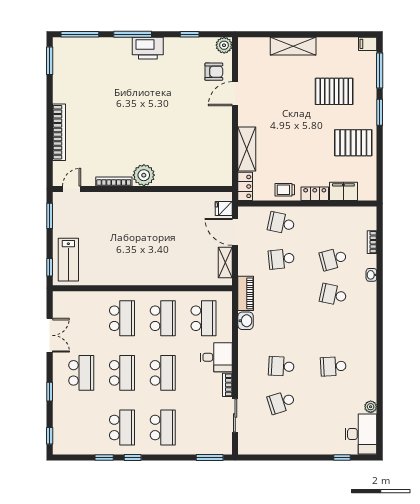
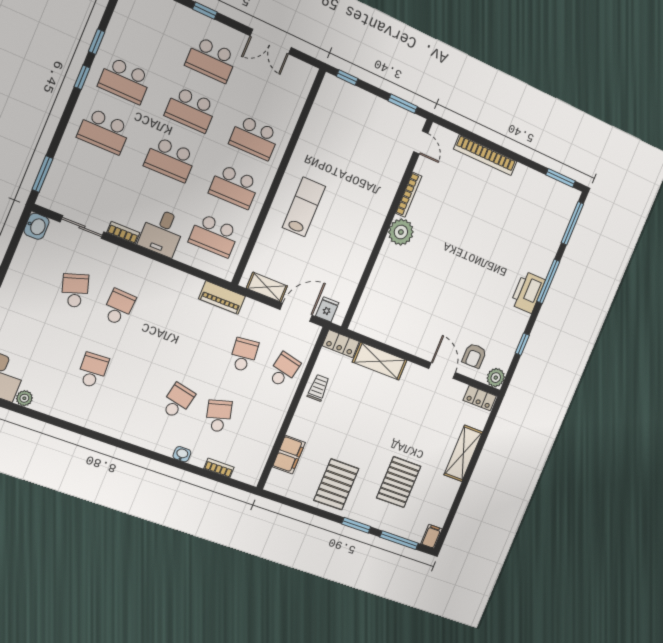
locker: (315, 194) -> (480, 398), moved, turned 90
lab bench: (68, 260) -> (304, 207), moved, turned 90
washbasin: (246, 321) -> (37, 226), moved, turned -90

